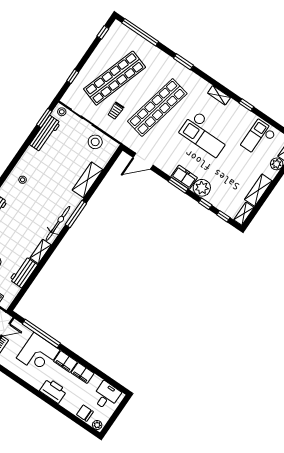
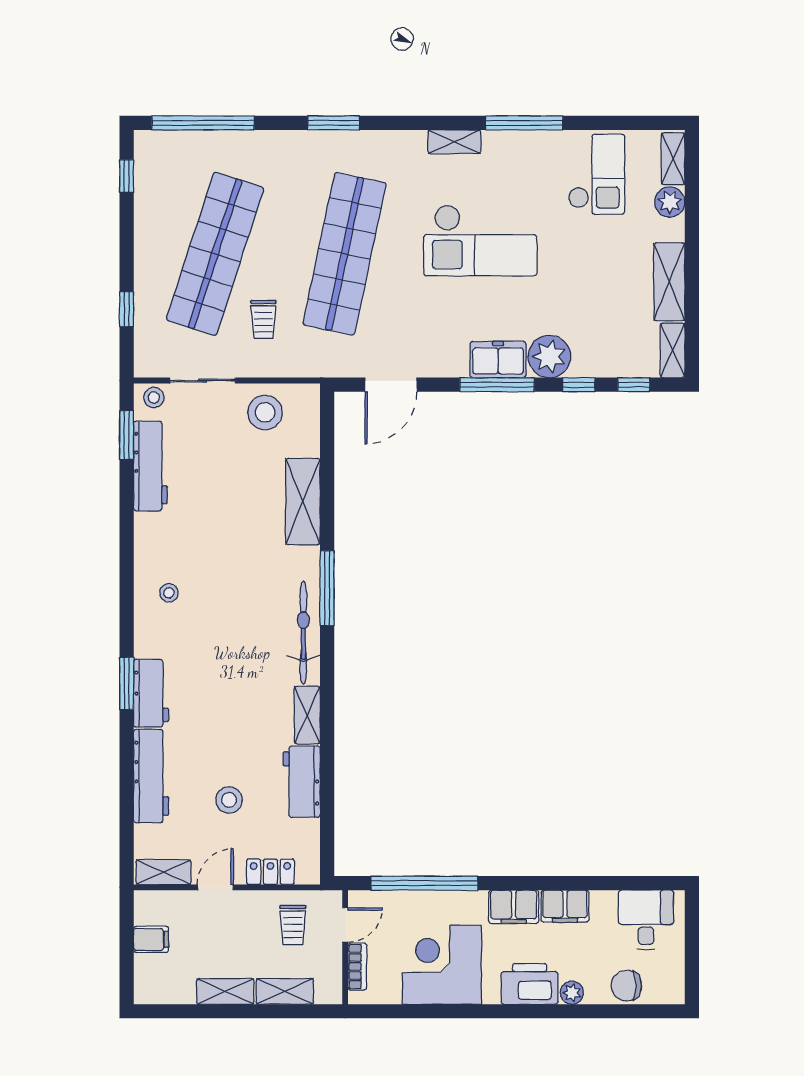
window: (246, 105) -> (524, 123), width x2.17
checkout: (259, 138) -> (596, 174), turned 180
window: (178, 185) -> (497, 385), width x1.44
corner desk: (38, 354) -> (442, 965), moved, turned 180
plant: (97, 425) -> (572, 993), moved

